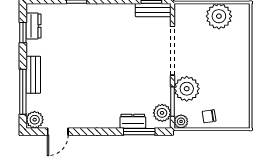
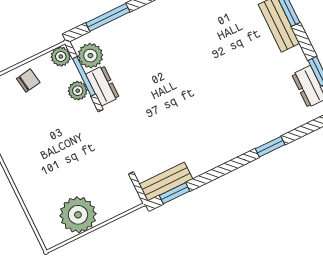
plant: (187, 89) -> (78, 91), width x0.53, depth x0.53
dresser: (133, 121) -> (102, 86), moved, turned -90

